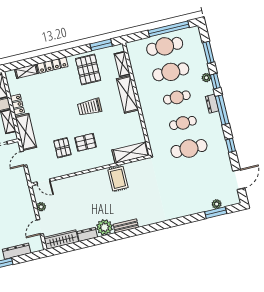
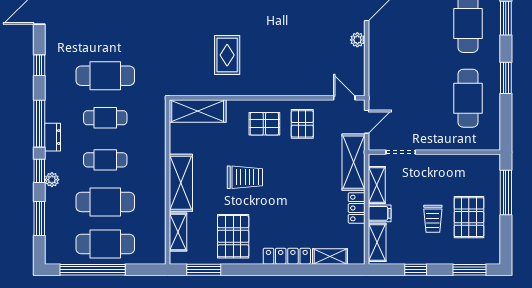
shelving: (131, 153) -> (198, 111), moved
wall: (90, 171) -> (267, 98), moved
door: (44, 182) -> (344, 98), moved

